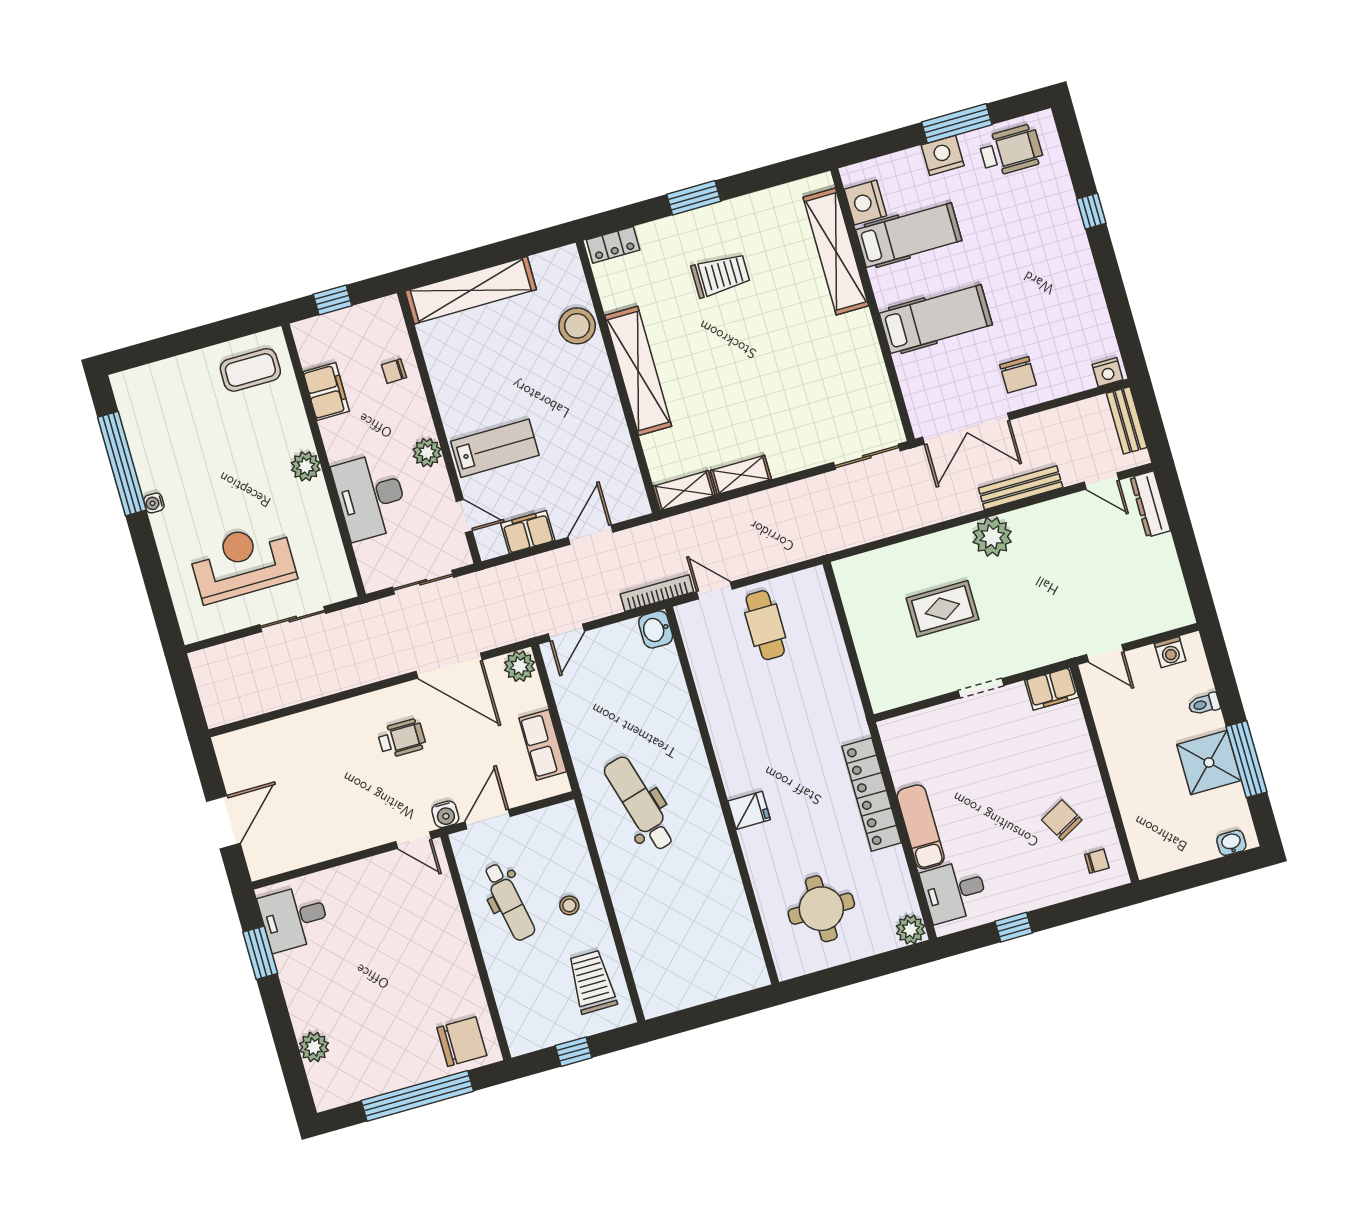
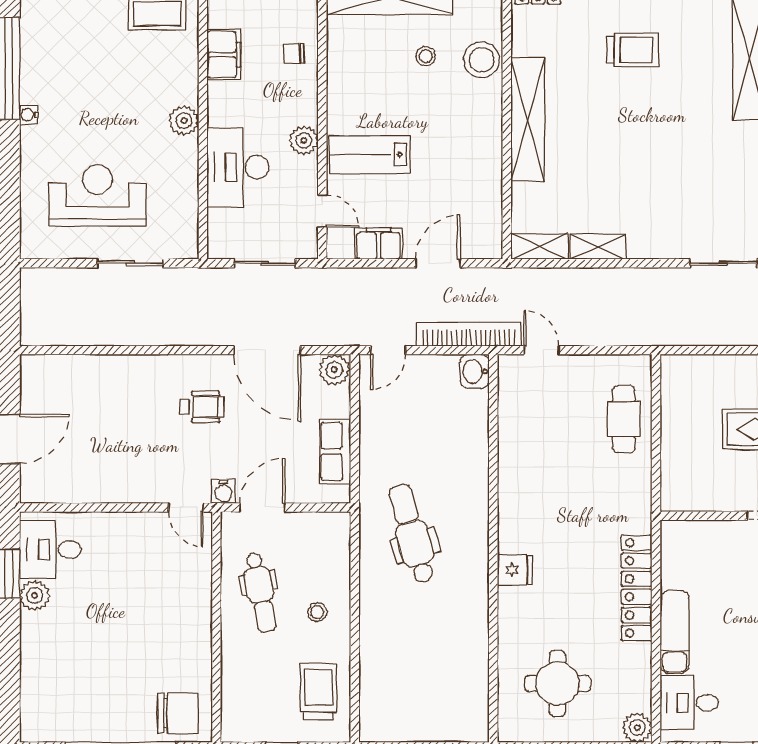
stool: (522, 338) -> (426, 56), added
lab bench: (495, 448) -> (370, 155), turned 180
bookcase: (657, 593) -> (469, 334), width x1.48, depth x1.31
cafe table: (765, 625) -> (624, 419), moved
plant: (314, 1047) -> (35, 595), moved

